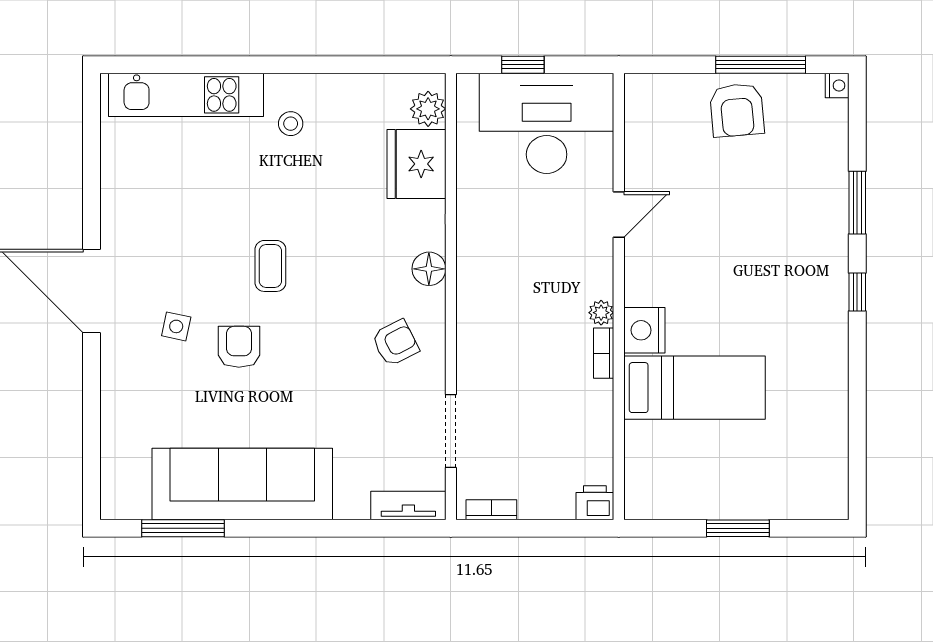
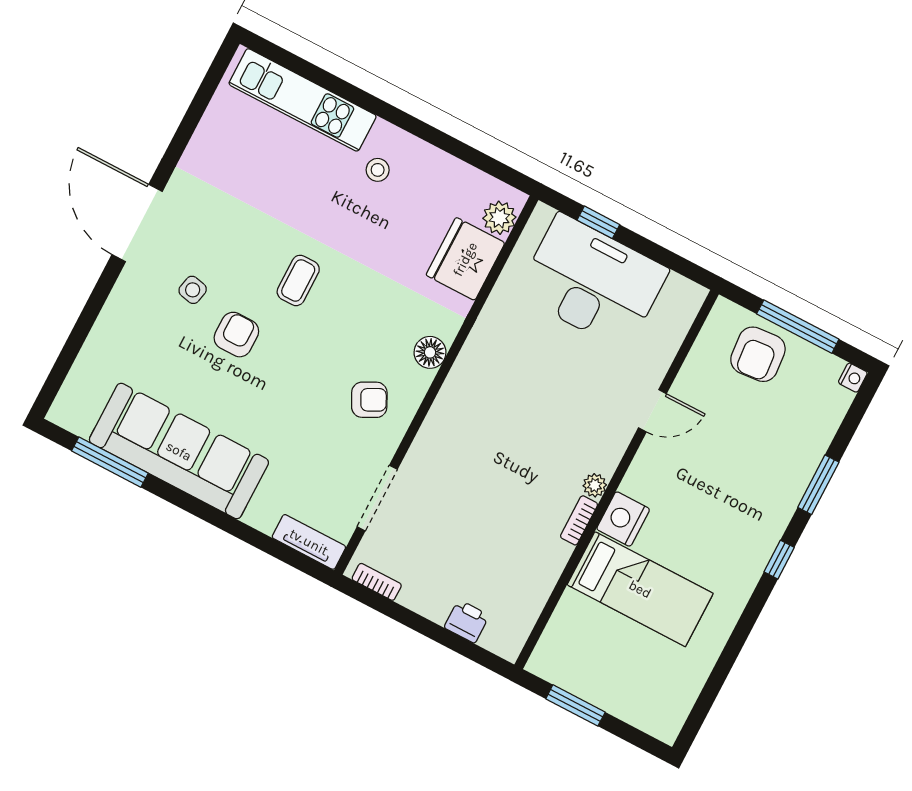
door: (619, 215) -> (652, 411), moved
wall: (619, 296) -> (617, 479), moved
plant: (601, 313) -> (595, 485), moved
nightstand: (644, 330) -> (623, 519), moved
bookcase: (604, 353) -> (579, 520), moved
bed: (694, 388) -> (640, 589), moved

